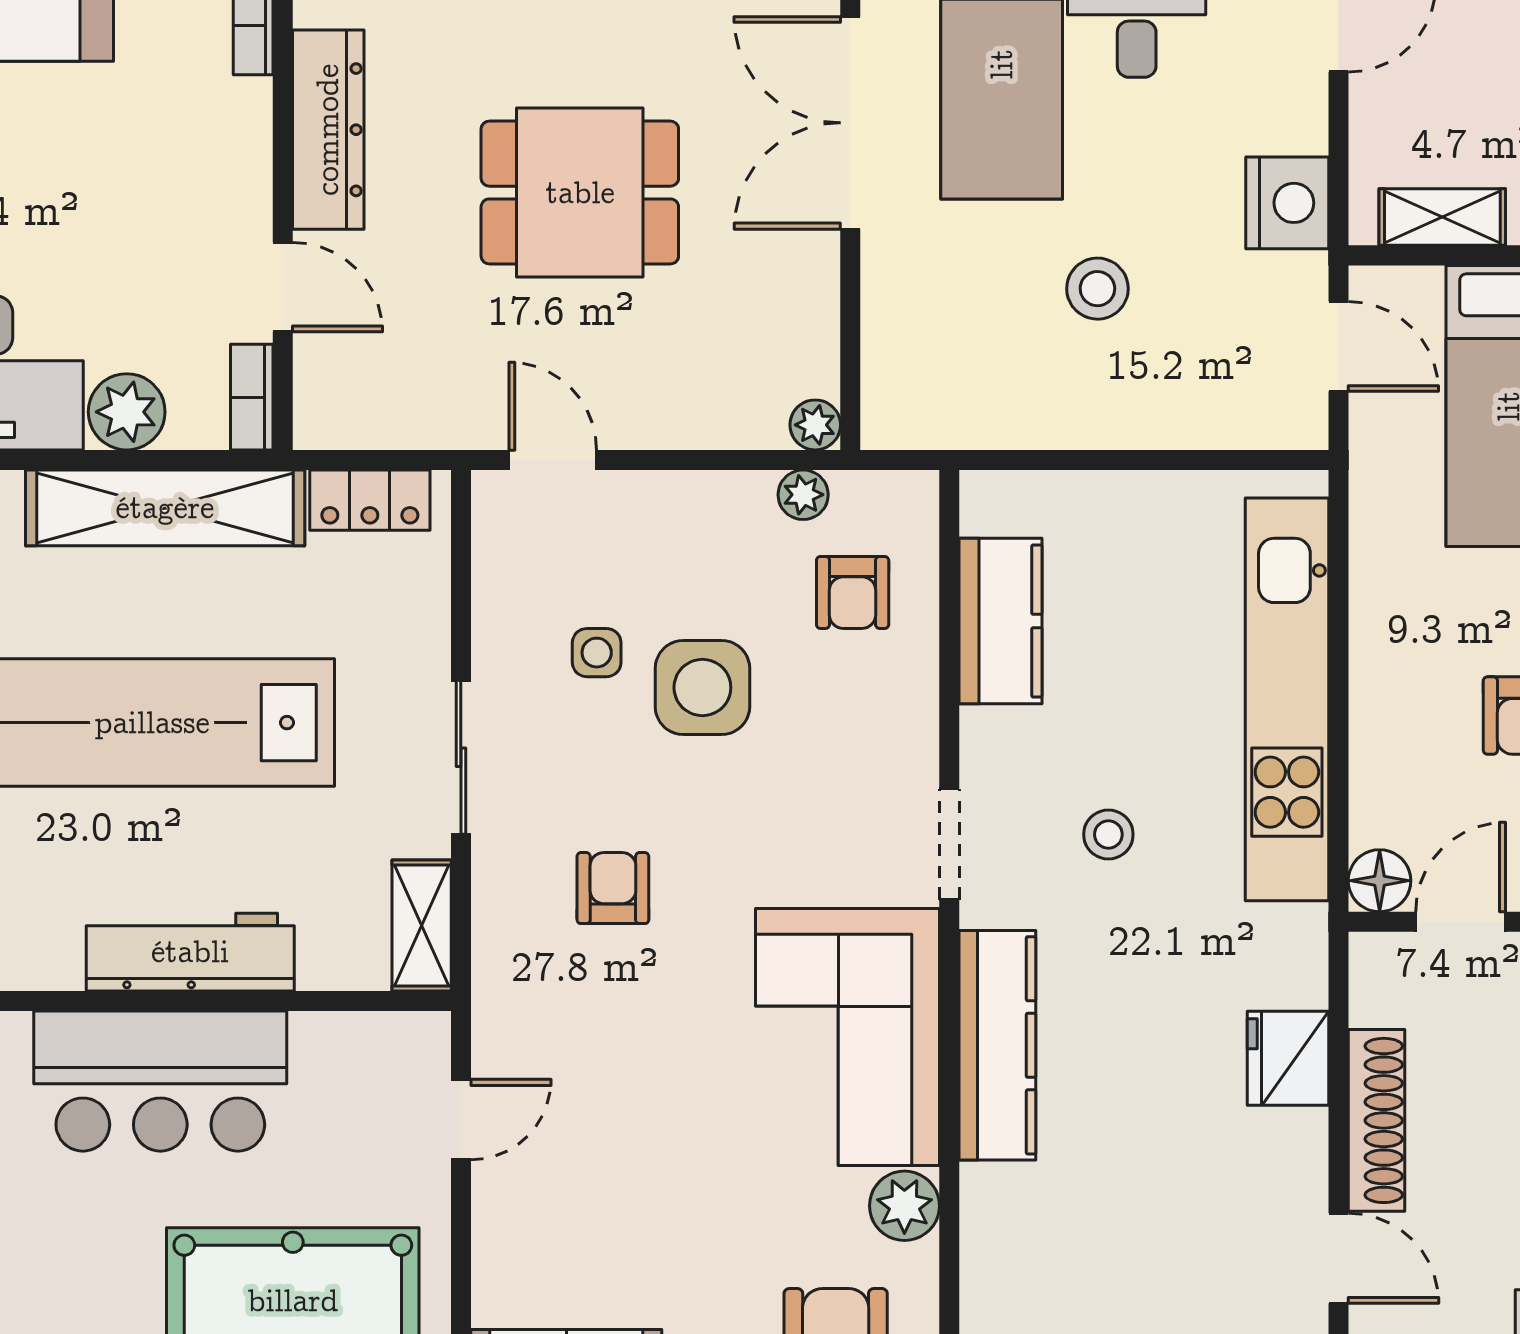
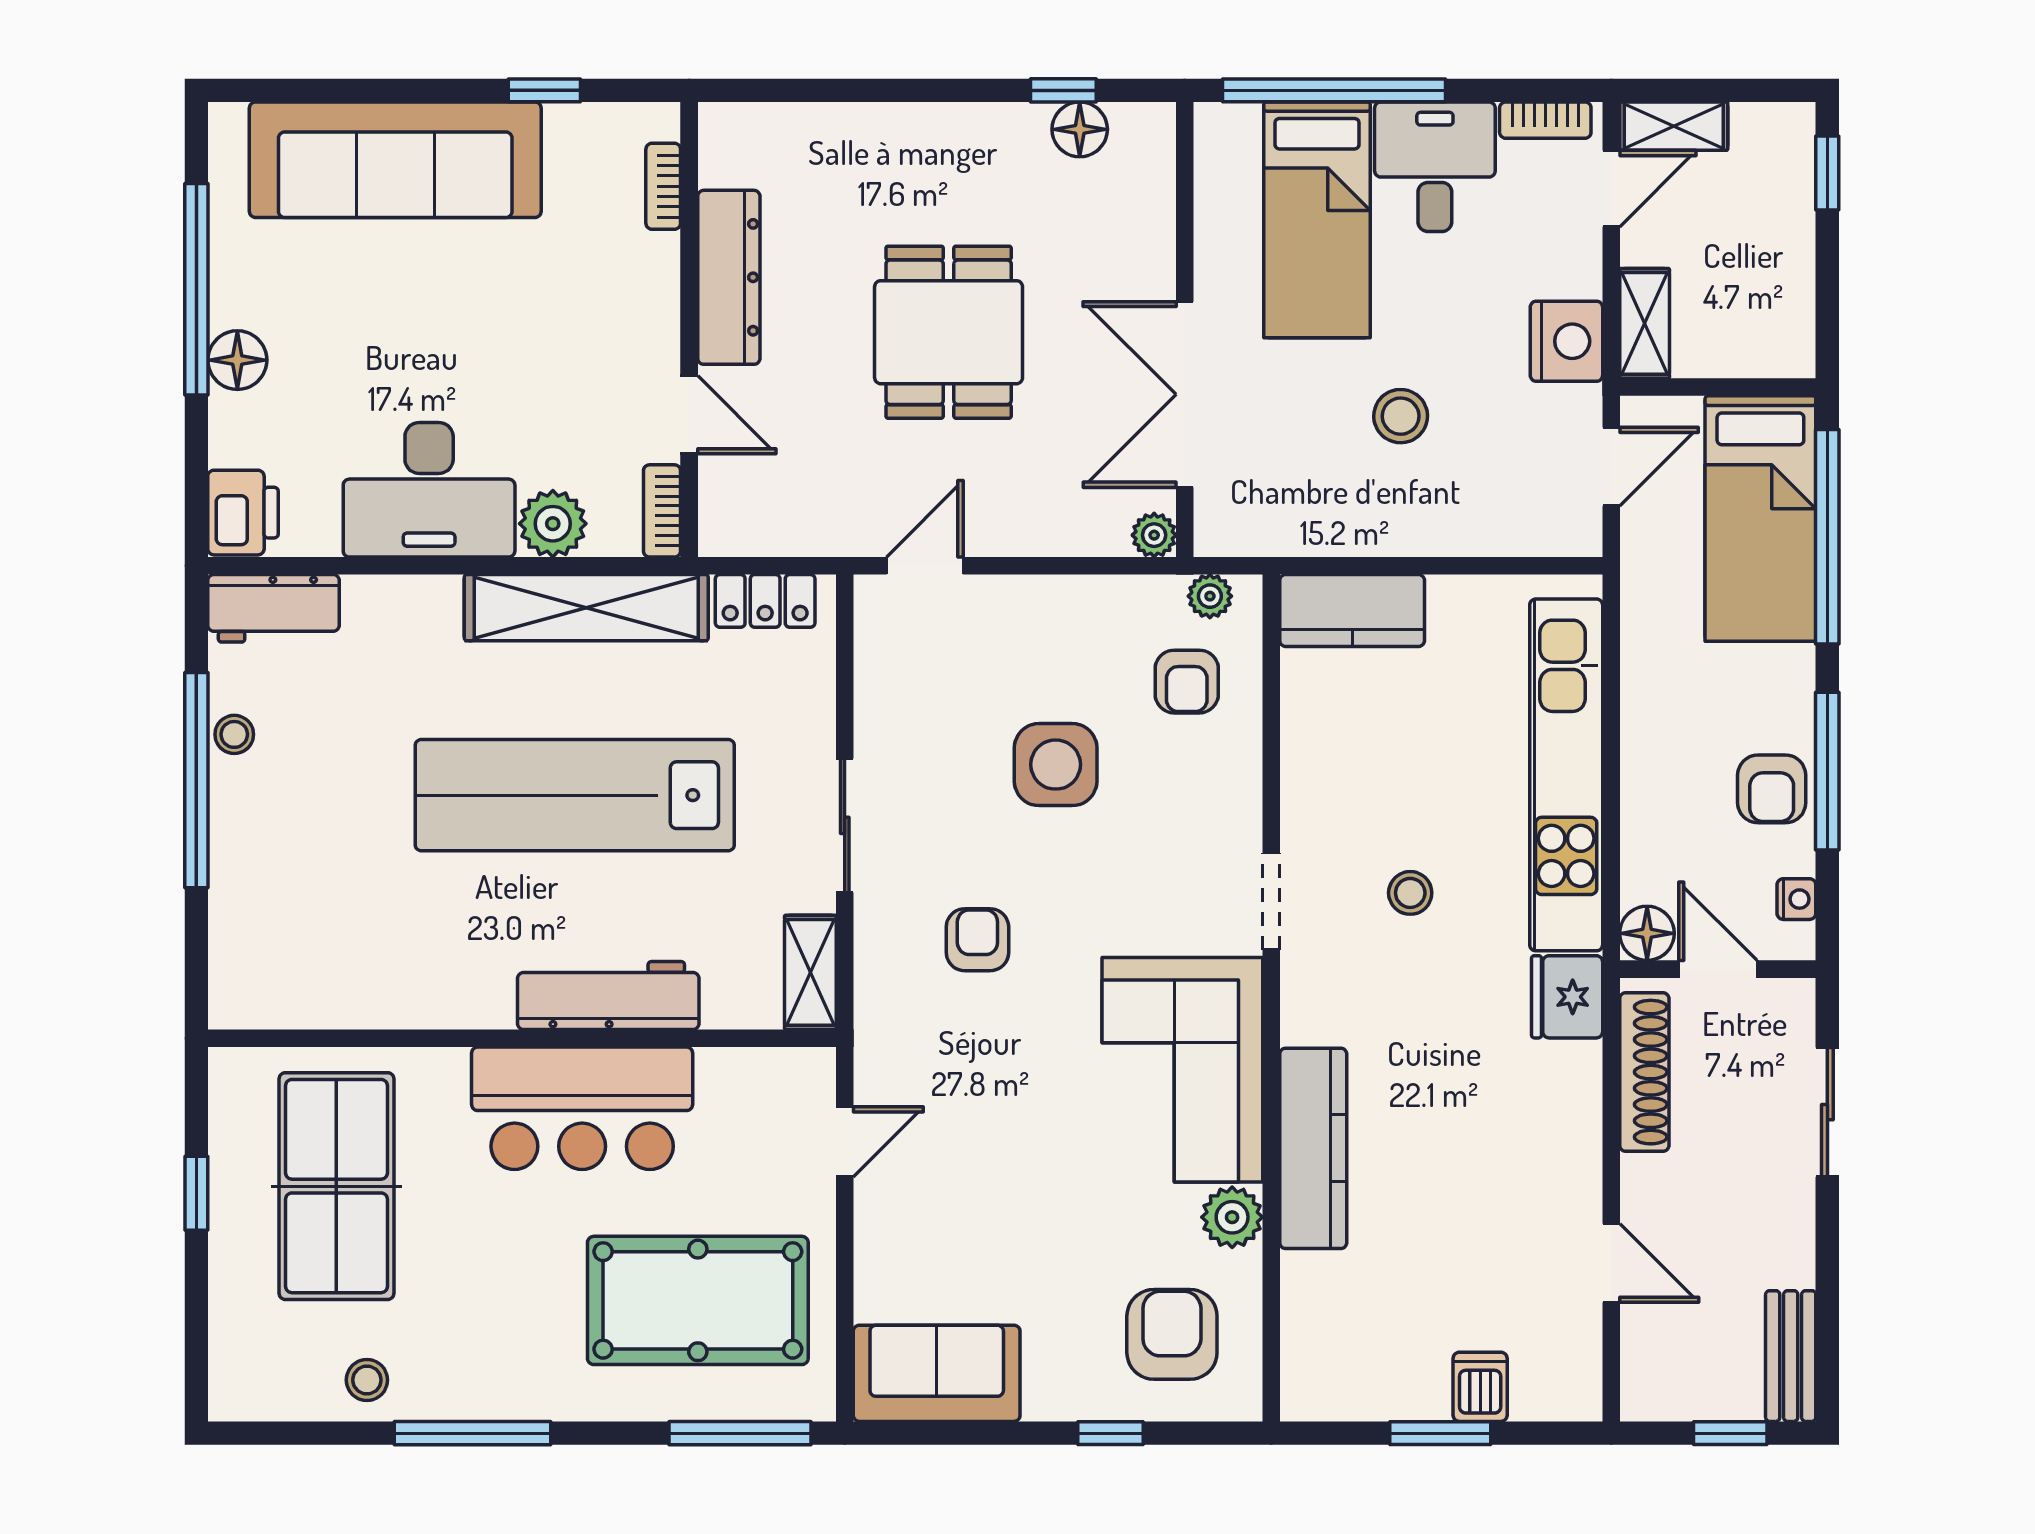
double door: (850, 123) -> (1185, 394), moved
dining table: (580, 193) -> (949, 332), turned 90
shelving: (1442, 217) -> (1645, 323), moved, turned 90
door: (1338, 346) -> (1611, 467), hinge flipped
door: (553, 460) -> (925, 566), hinge flipped
plant: (803, 495) -> (1210, 596), moved
kitchen counter: (1000, 621) -> (1352, 611), moved, turned 90
side table: (597, 653) -> (963, 734), removed
door: (1461, 922) -> (1718, 969), hinge flipped
kitchen counter: (997, 1045) -> (1313, 1148), moved
fridge: (1288, 1058) -> (1567, 997), moved
shoe rack: (1376, 1120) -> (1644, 1072), moved

